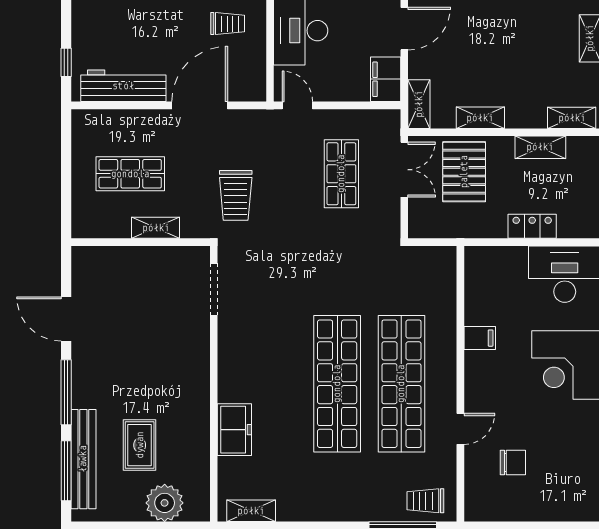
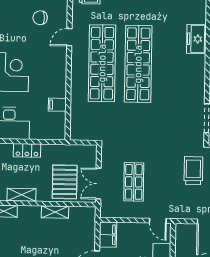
shelving: (419, 104) -> (89, 220), removed
filing cabinet: (480, 338) -> (57, 105), moved

